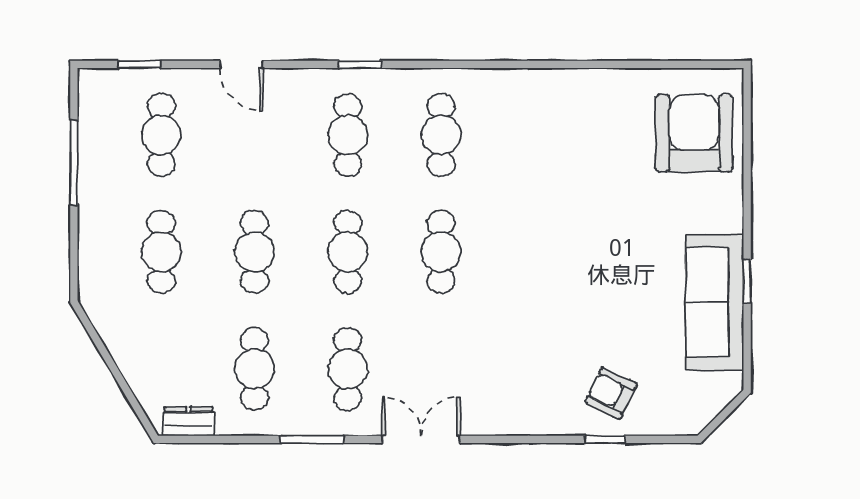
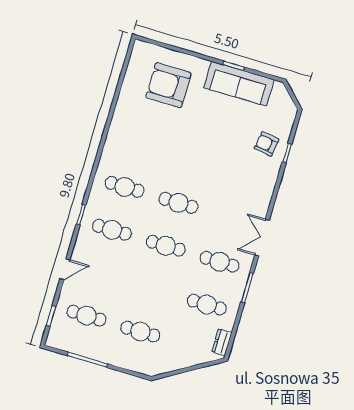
armchair: (694, 133) -> (168, 85), moved
cafe table: (255, 252) -> (153, 289), removed
armchair: (611, 393) -> (267, 144), turned 73

